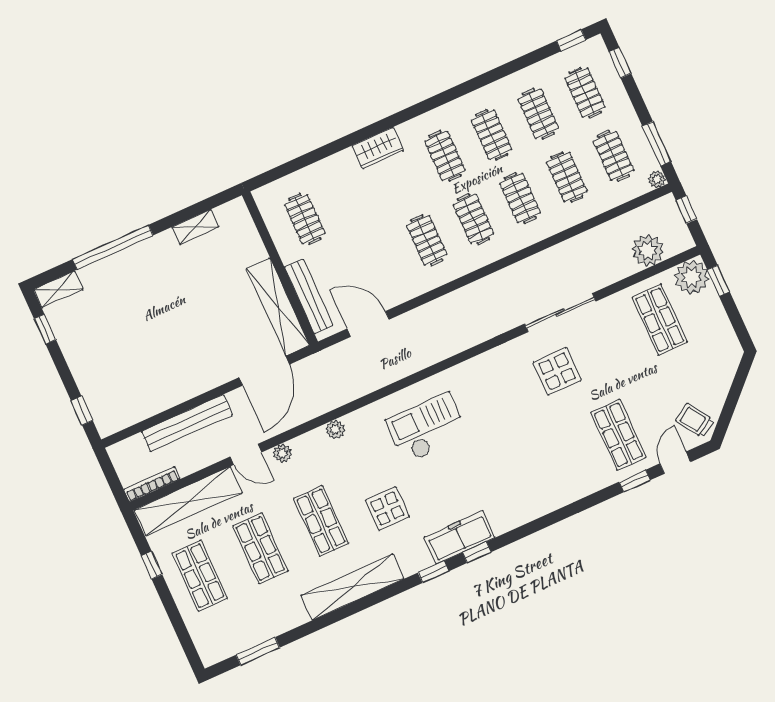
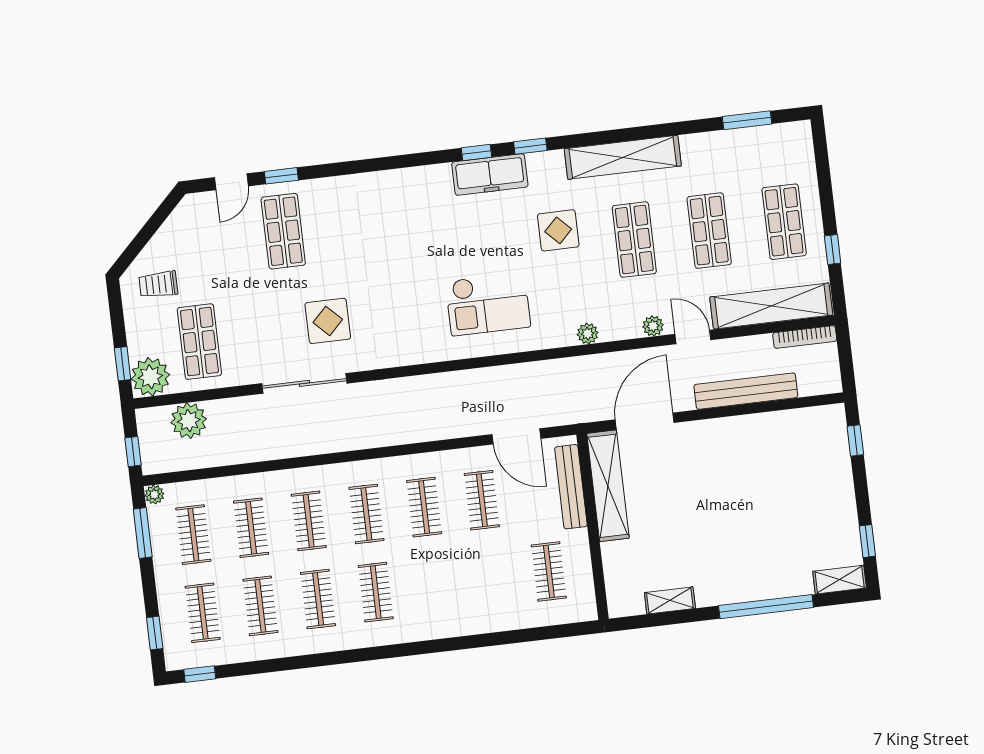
wardrobe: (378, 148) -> (446, 623), removed
clothes rail: (380, 261) -> (482, 500), added
trolley: (695, 421) -> (158, 284), moved, turned 123

